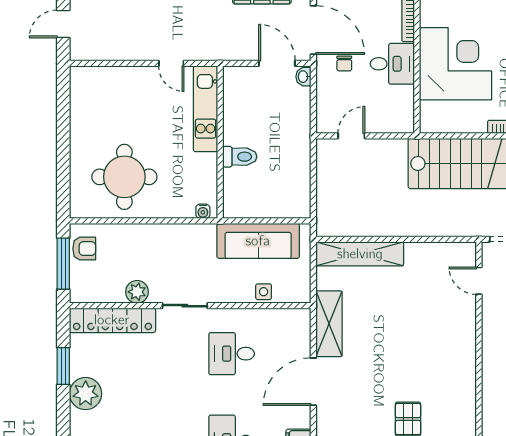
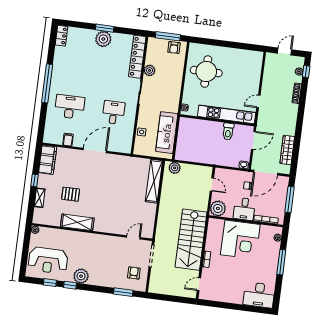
door: (63, 24) -> (284, 51), hinge flipped
door: (277, 63) -> (253, 140), moved
kitchen unit: (206, 109) -> (227, 114), width x1.36
plant: (398, 117) -> (218, 208), added
toilet: (240, 157) -> (228, 131), moved
plant: (328, 216) -> (175, 168), added
shelving: (329, 324) -> (77, 222), moved
window: (63, 366) -> (105, 28), moved
door: (313, 382) -> (95, 150), hinge flipped

